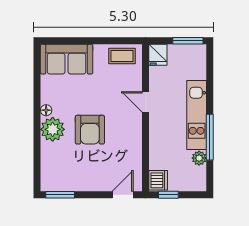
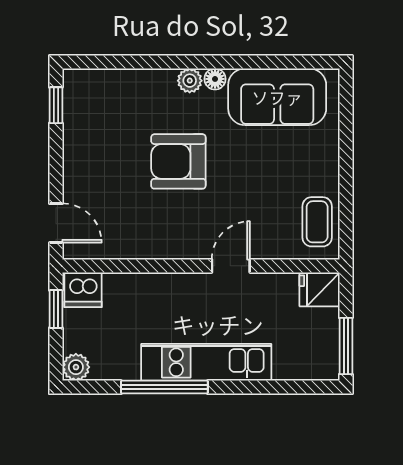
sofa: (67, 59) -> (277, 97), moved, turned -90
plant: (53, 129) -> (190, 81), width x0.53, depth x0.53
plant: (199, 158) -> (76, 367), moved
window: (60, 195) -> (56, 105), width x0.67

